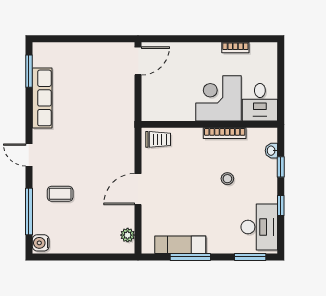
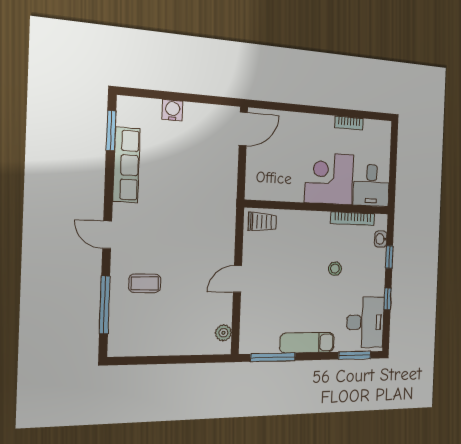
bookcase: (225, 133) -> (353, 219), moved
door: (138, 189) -> (238, 279), width x0.73
water cooler: (41, 243) -> (173, 110), moved, turned 90
exam couch: (180, 245) -> (307, 343), moved
window: (190, 257) -> (273, 357), moved

